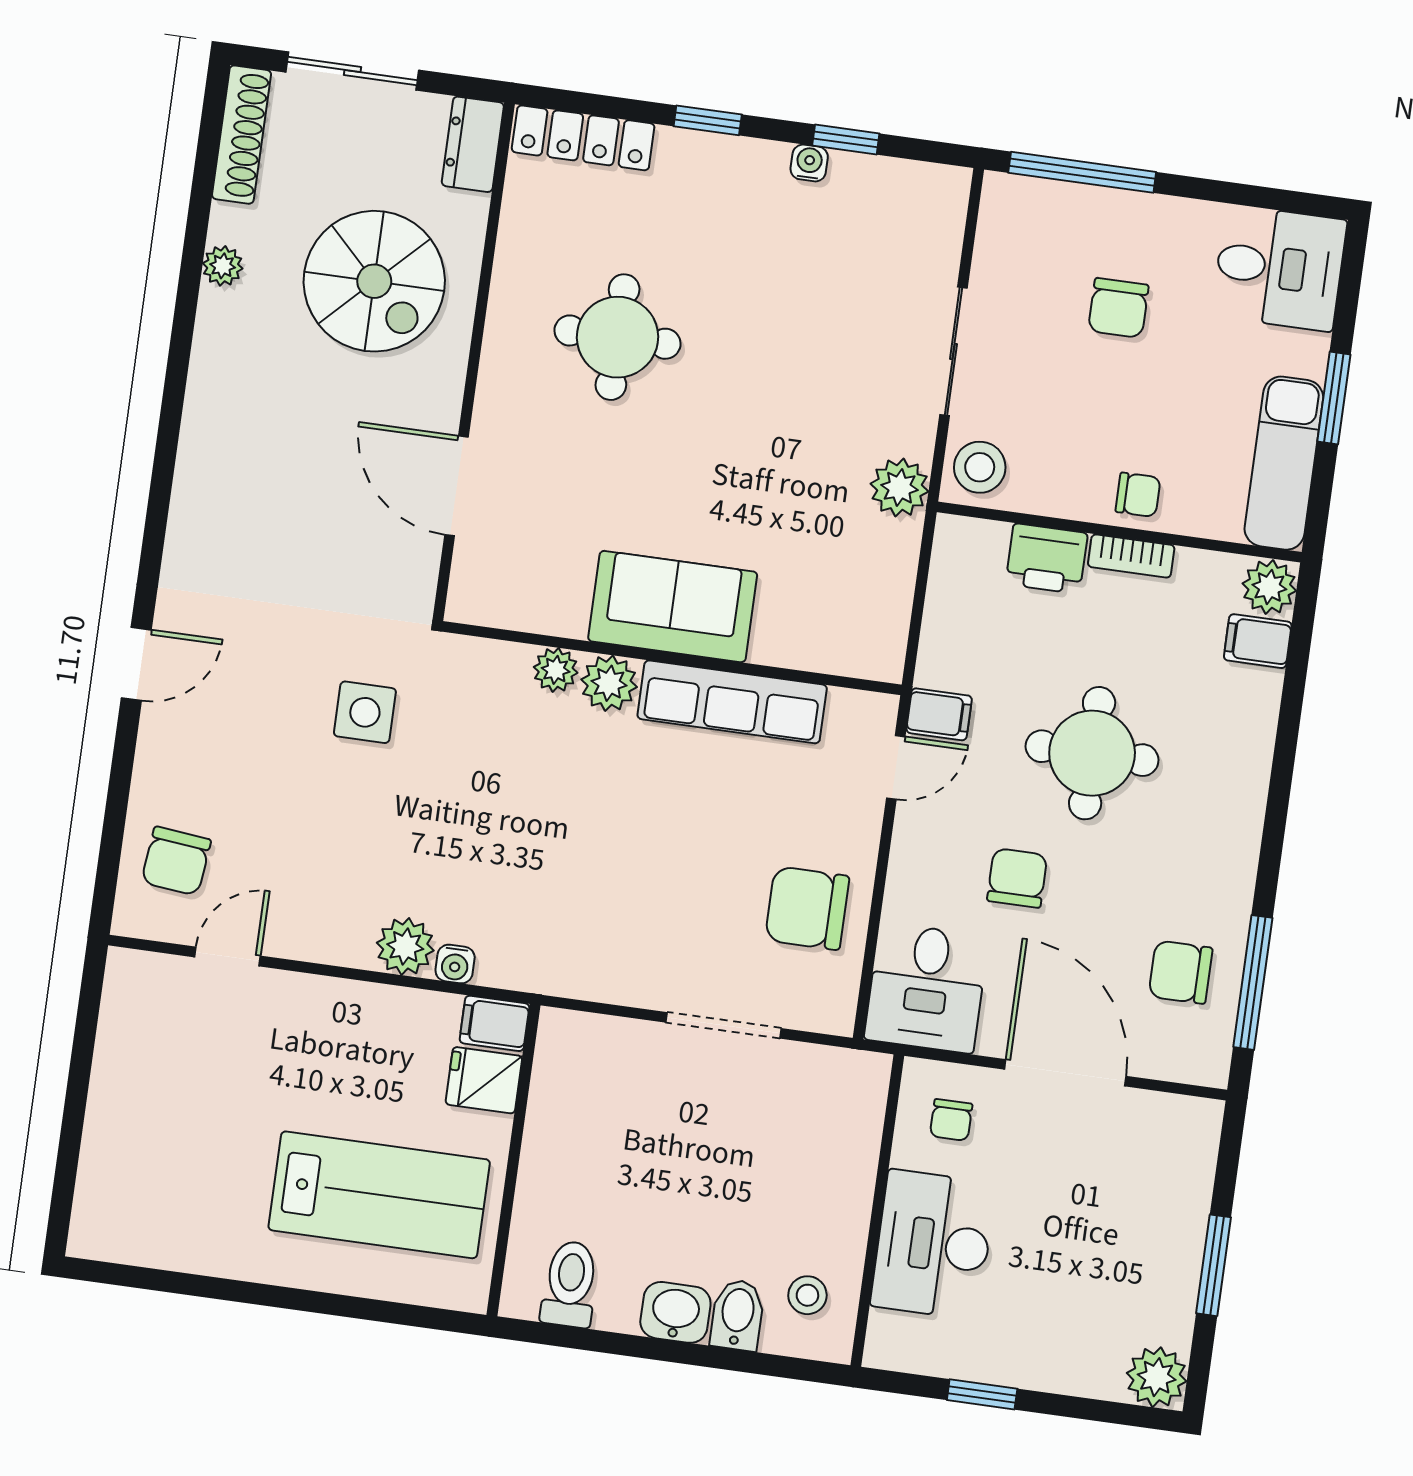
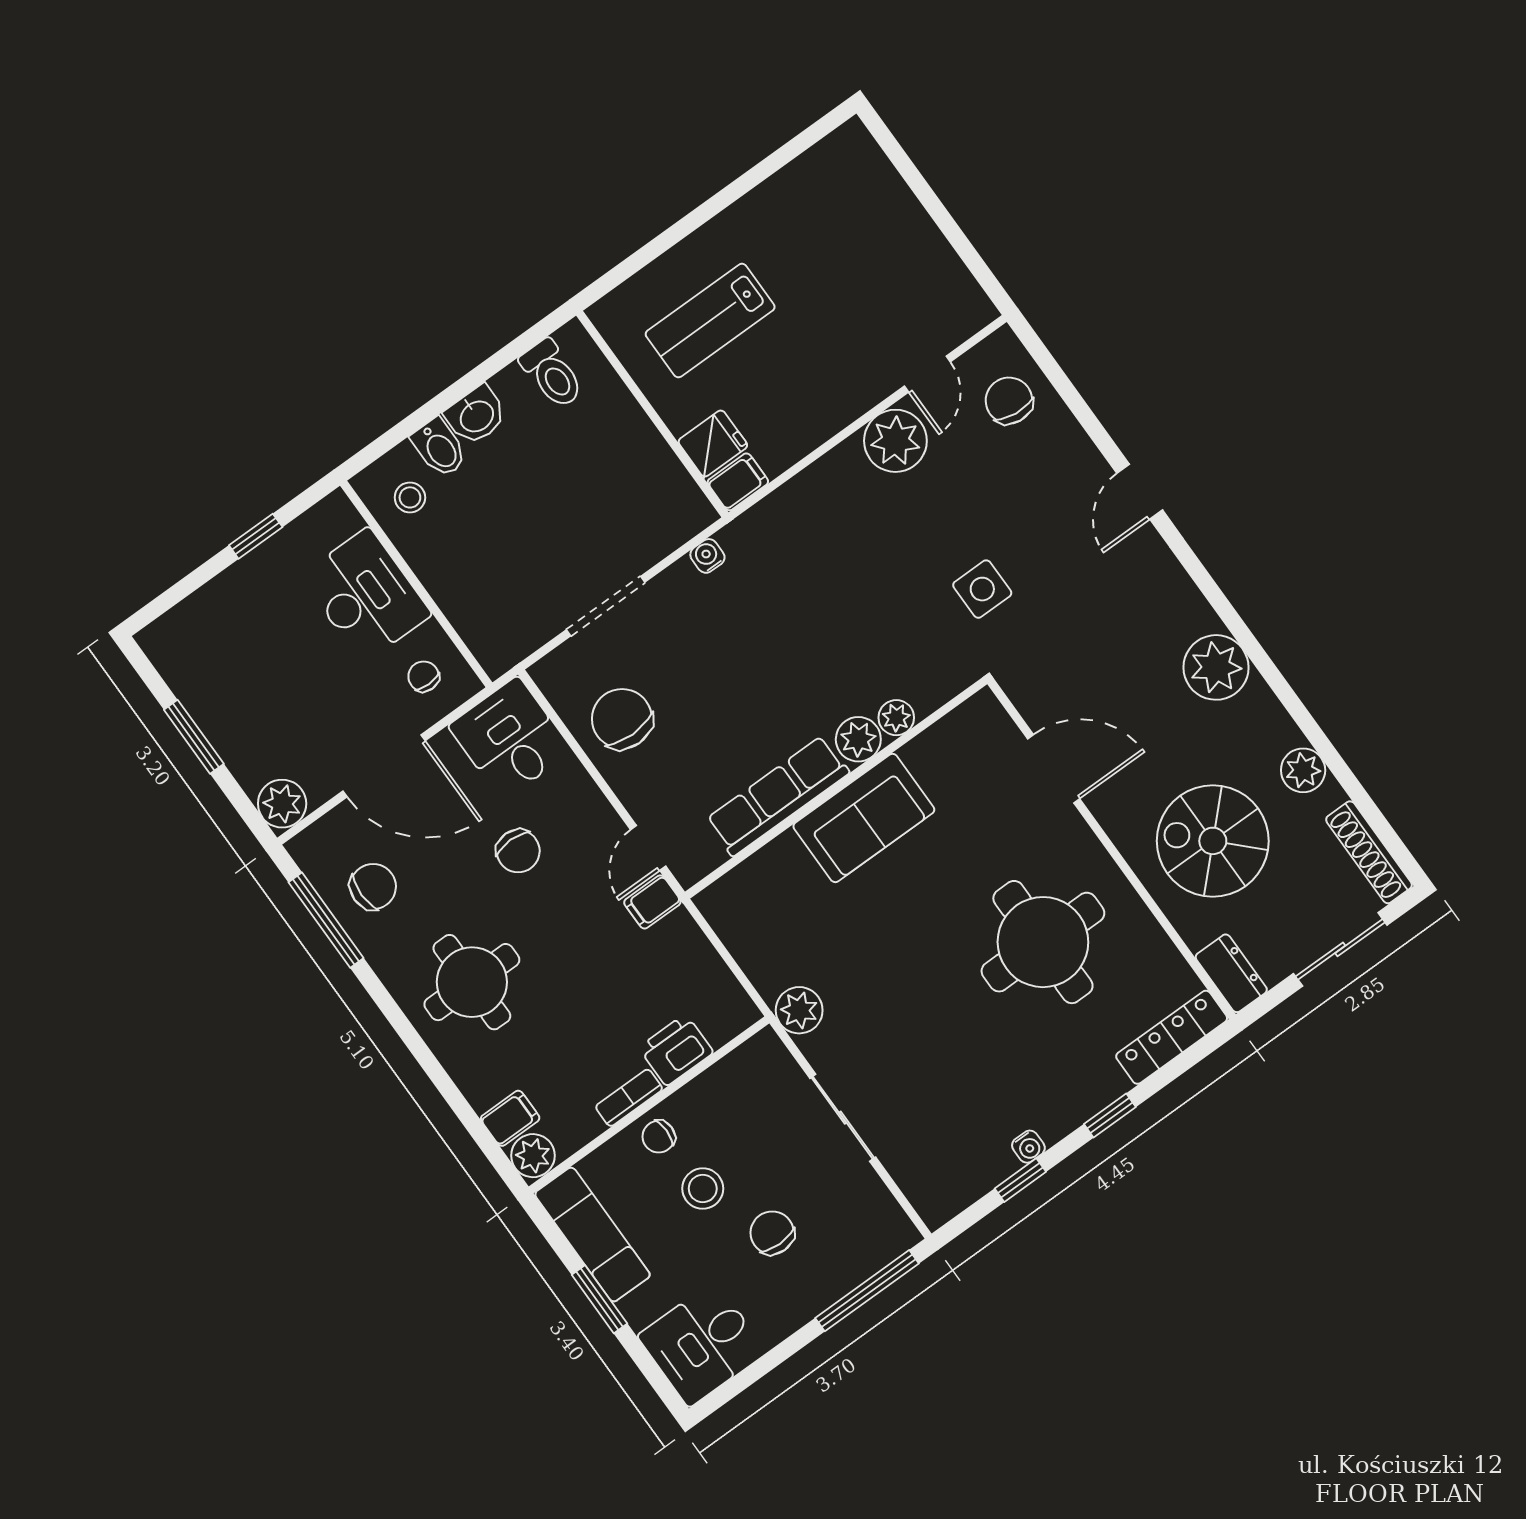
plant: (223, 266) -> (1303, 770), width x1.38, depth x1.38
round table: (617, 337) -> (1043, 942), width x1.36, depth x1.36
plant: (220, 437) -> (1216, 667), added
stool: (980, 467) -> (703, 1189), moved
round table: (1092, 753) -> (472, 982), moved
chair: (807, 908) -> (622, 719), turned -90
plant: (405, 947) -> (895, 441), moved, width x1.36, depth x1.36
water cooler: (455, 964) -> (707, 556), moved
lab bench: (379, 1195) -> (710, 321), width x0.73, depth x0.72
plant: (1157, 1377) -> (282, 804), moved

